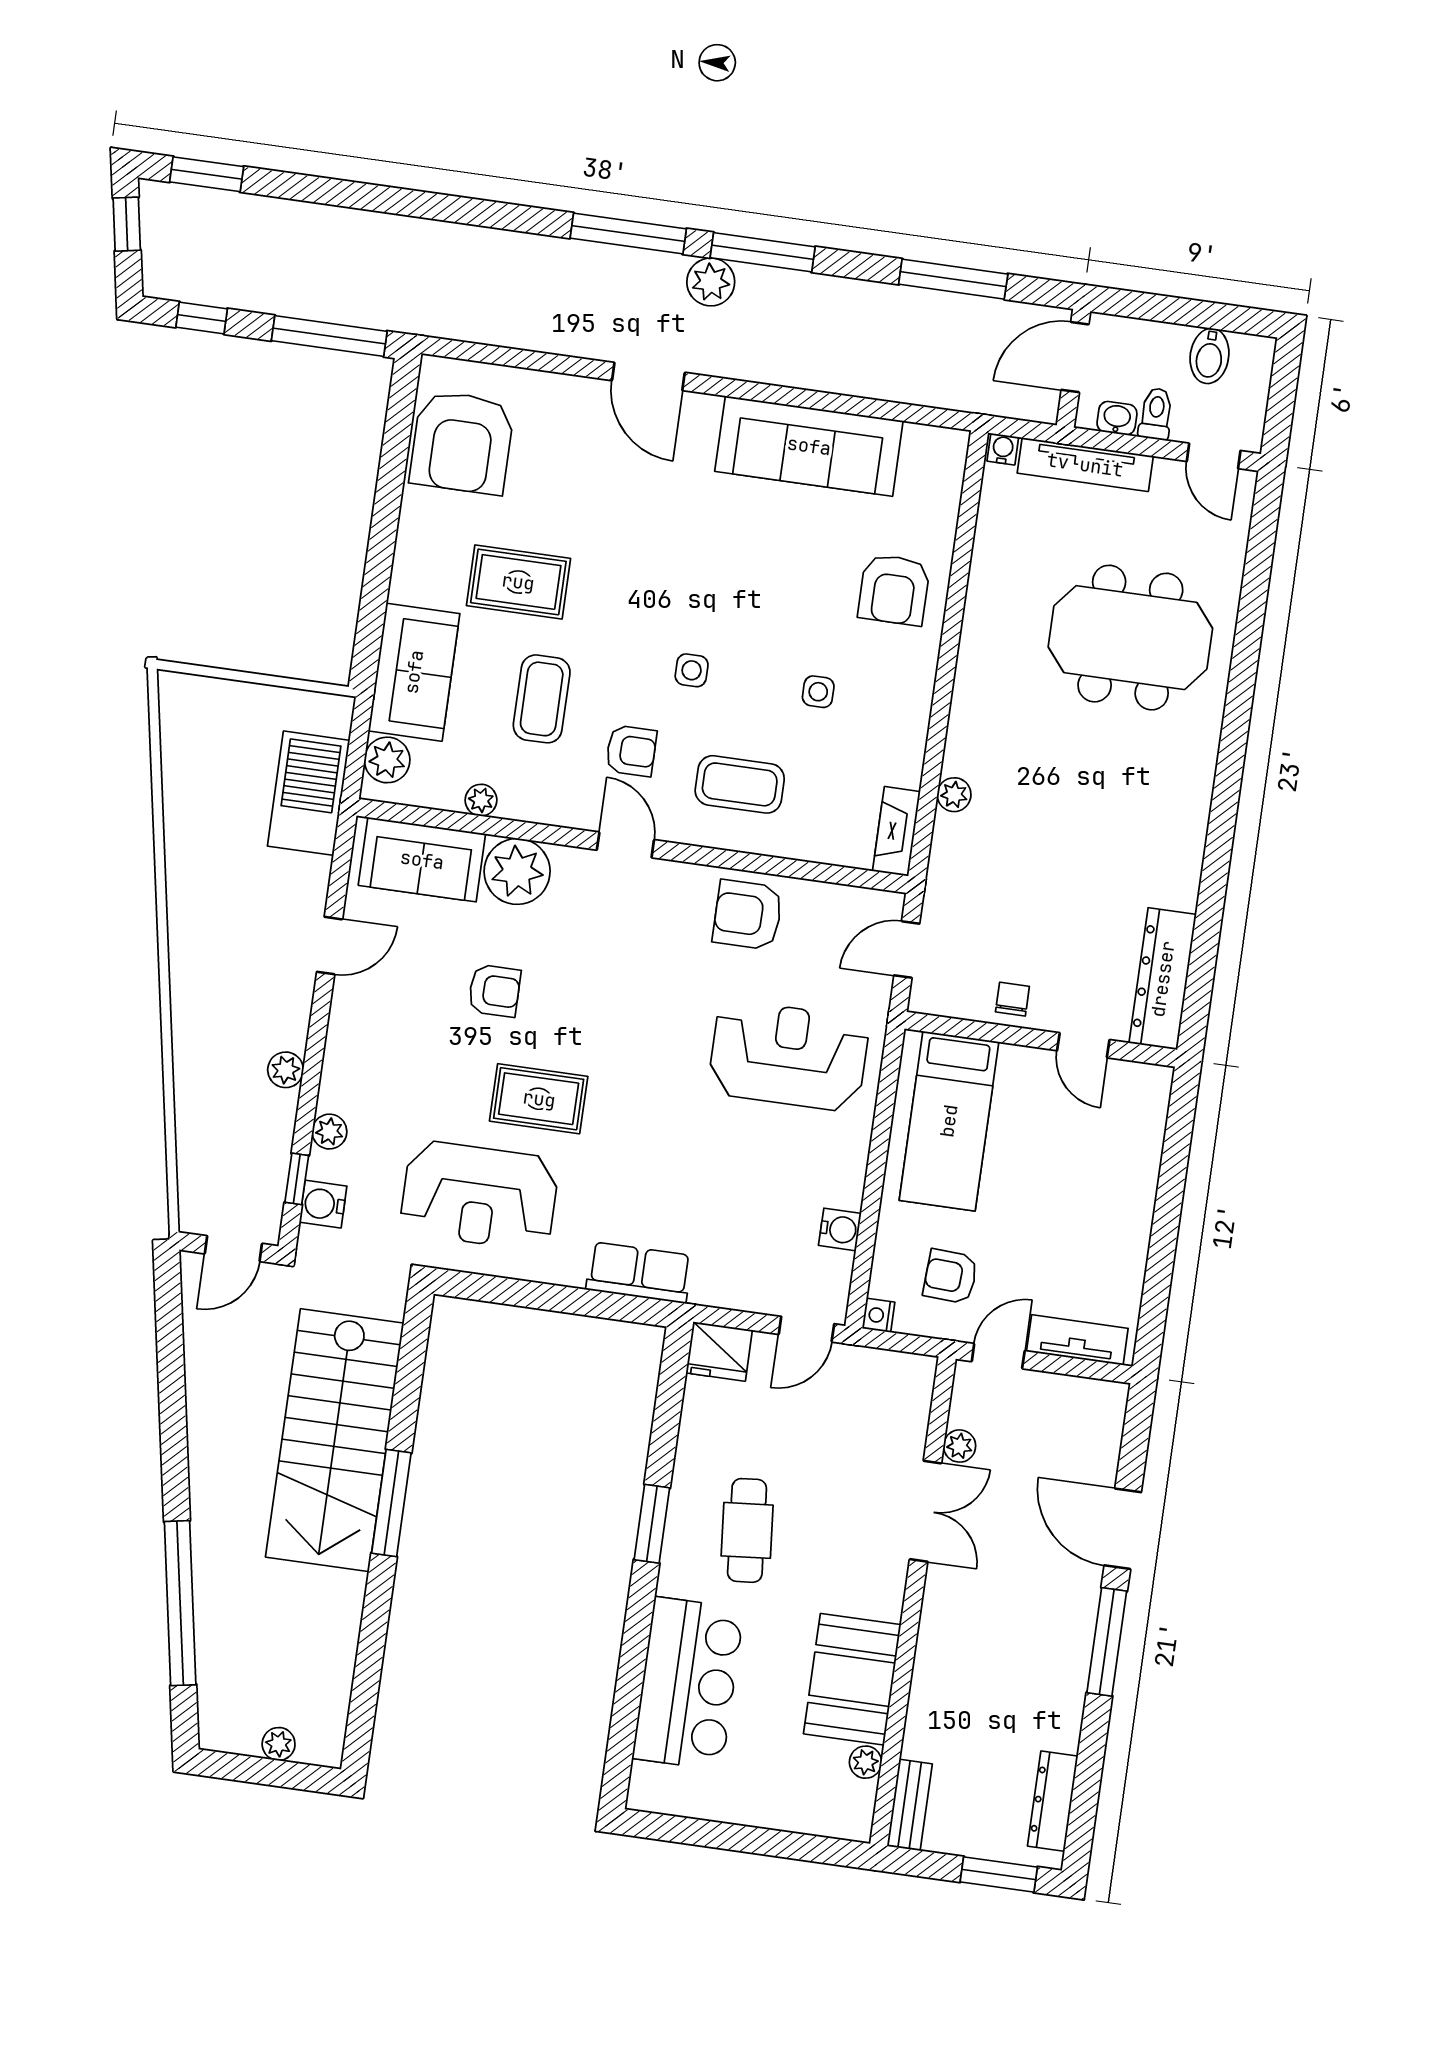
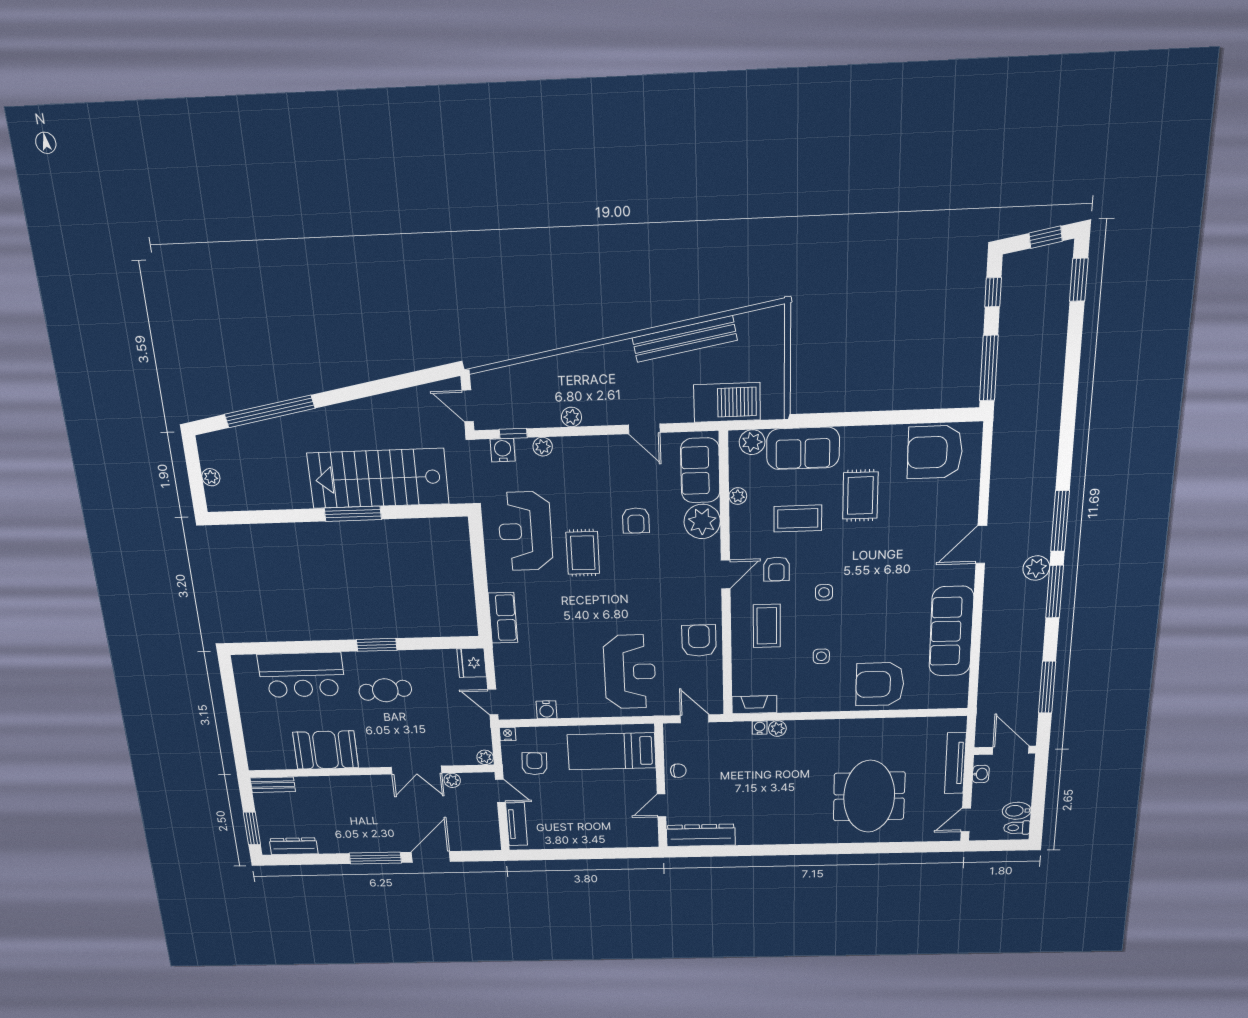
toilet: (1156, 414) -> (1017, 828), moved, turned 180
water cooler: (1003, 449) -> (760, 728), moved, turned -90
armchair: (894, 590) -> (880, 684), width x1.36, depth x1.36
bench: (186, 849) -> (685, 339), added
plant: (866, 1762) -> (485, 757), moved

